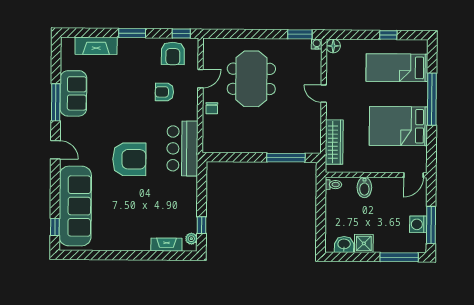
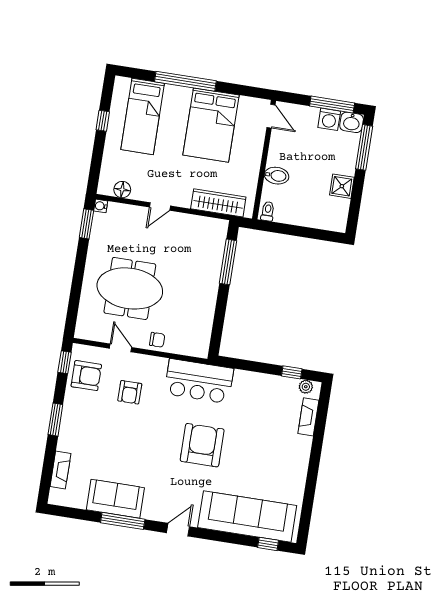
fireplace: (96, 46) -> (60, 470), width x0.73, depth x0.76
floor lamp: (333, 46) -> (122, 190), moved
washbasin: (344, 244) -> (352, 122), moved, turned -90

